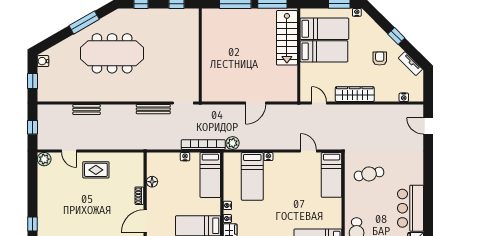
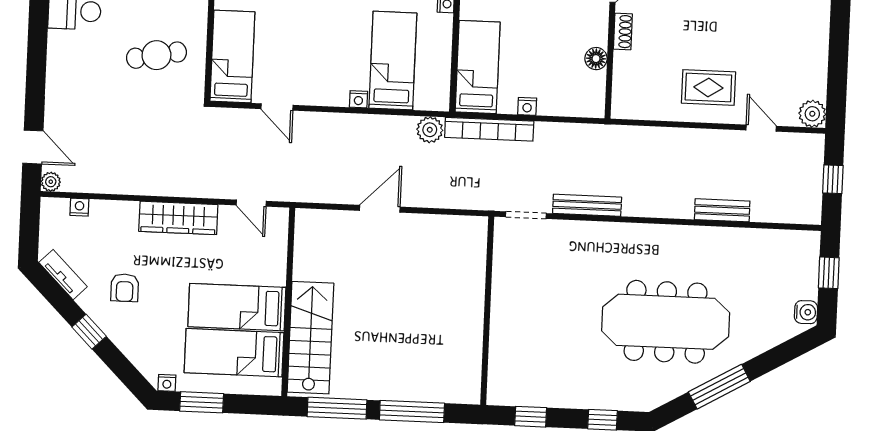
plant: (418, 109) -> (51, 182), added

